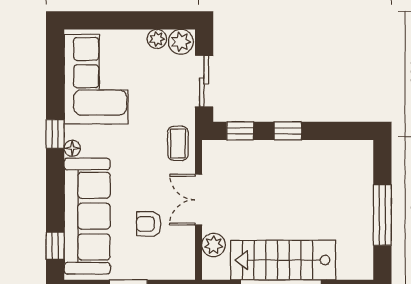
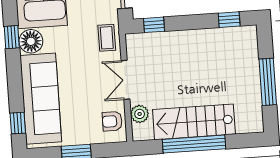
window: (288, 131) -> (229, 20), moved
floor lamp: (72, 148) -> (31, 41), width x1.89, depth x1.89
armchair: (149, 224) -> (112, 121), moved

